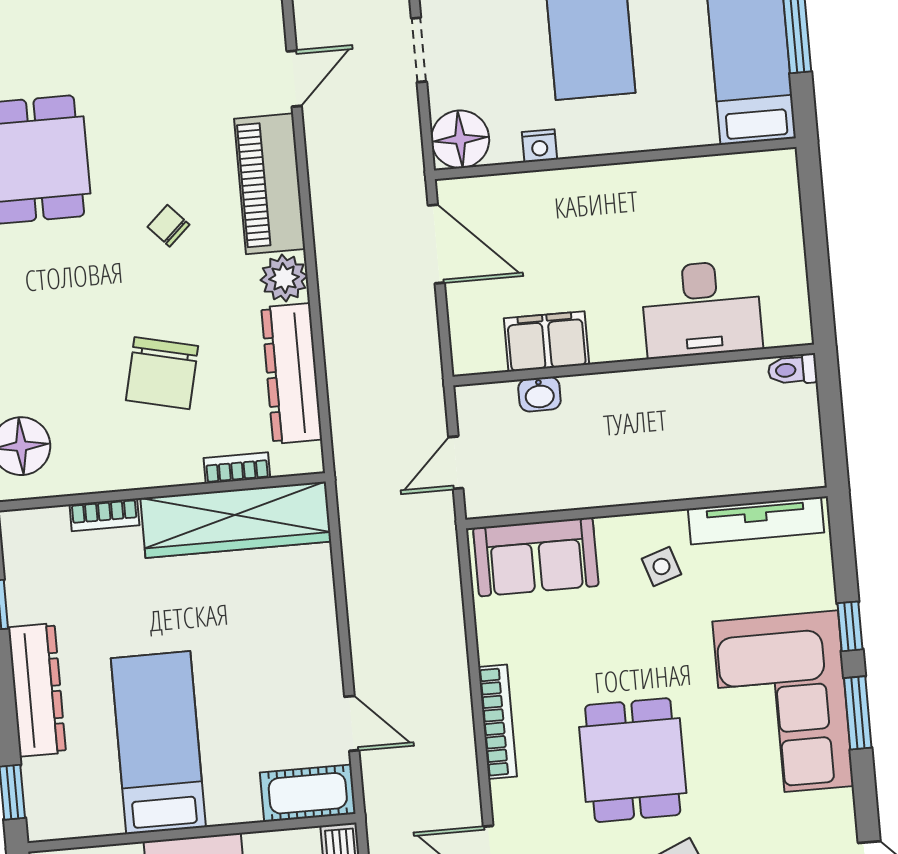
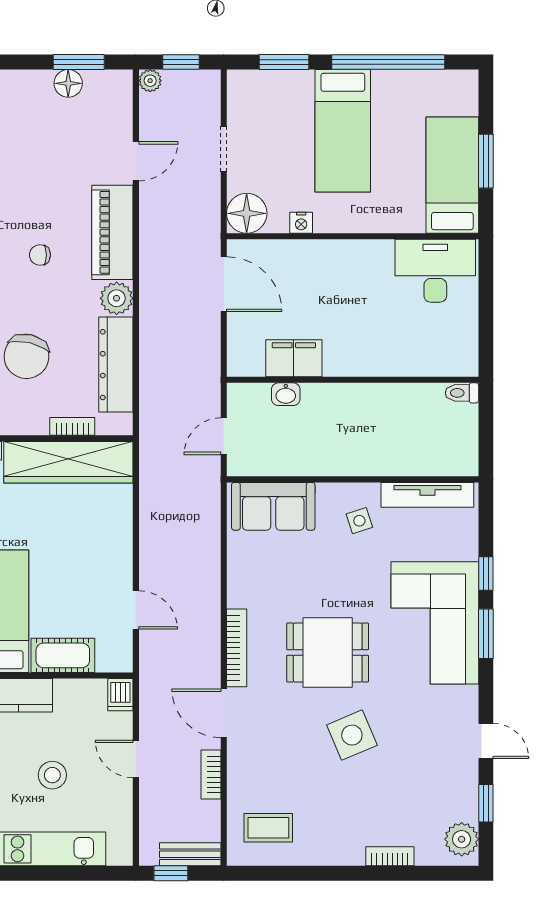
chair: (168, 226) -> (40, 255), turned -47
desk: (702, 309) -> (435, 271), moved, turned 180
bookcase: (498, 722) -> (237, 648), moved
dining table: (633, 760) -> (328, 652), turned 90
cot: (308, 793) -> (63, 655), moved

